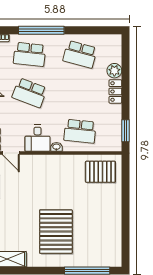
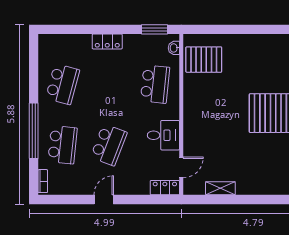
plant: (114, 71) -> (82, 43), removed
washbasin: (56, 147) -> (174, 48), moved
pallet: (100, 172) -> (204, 60), turned 90

